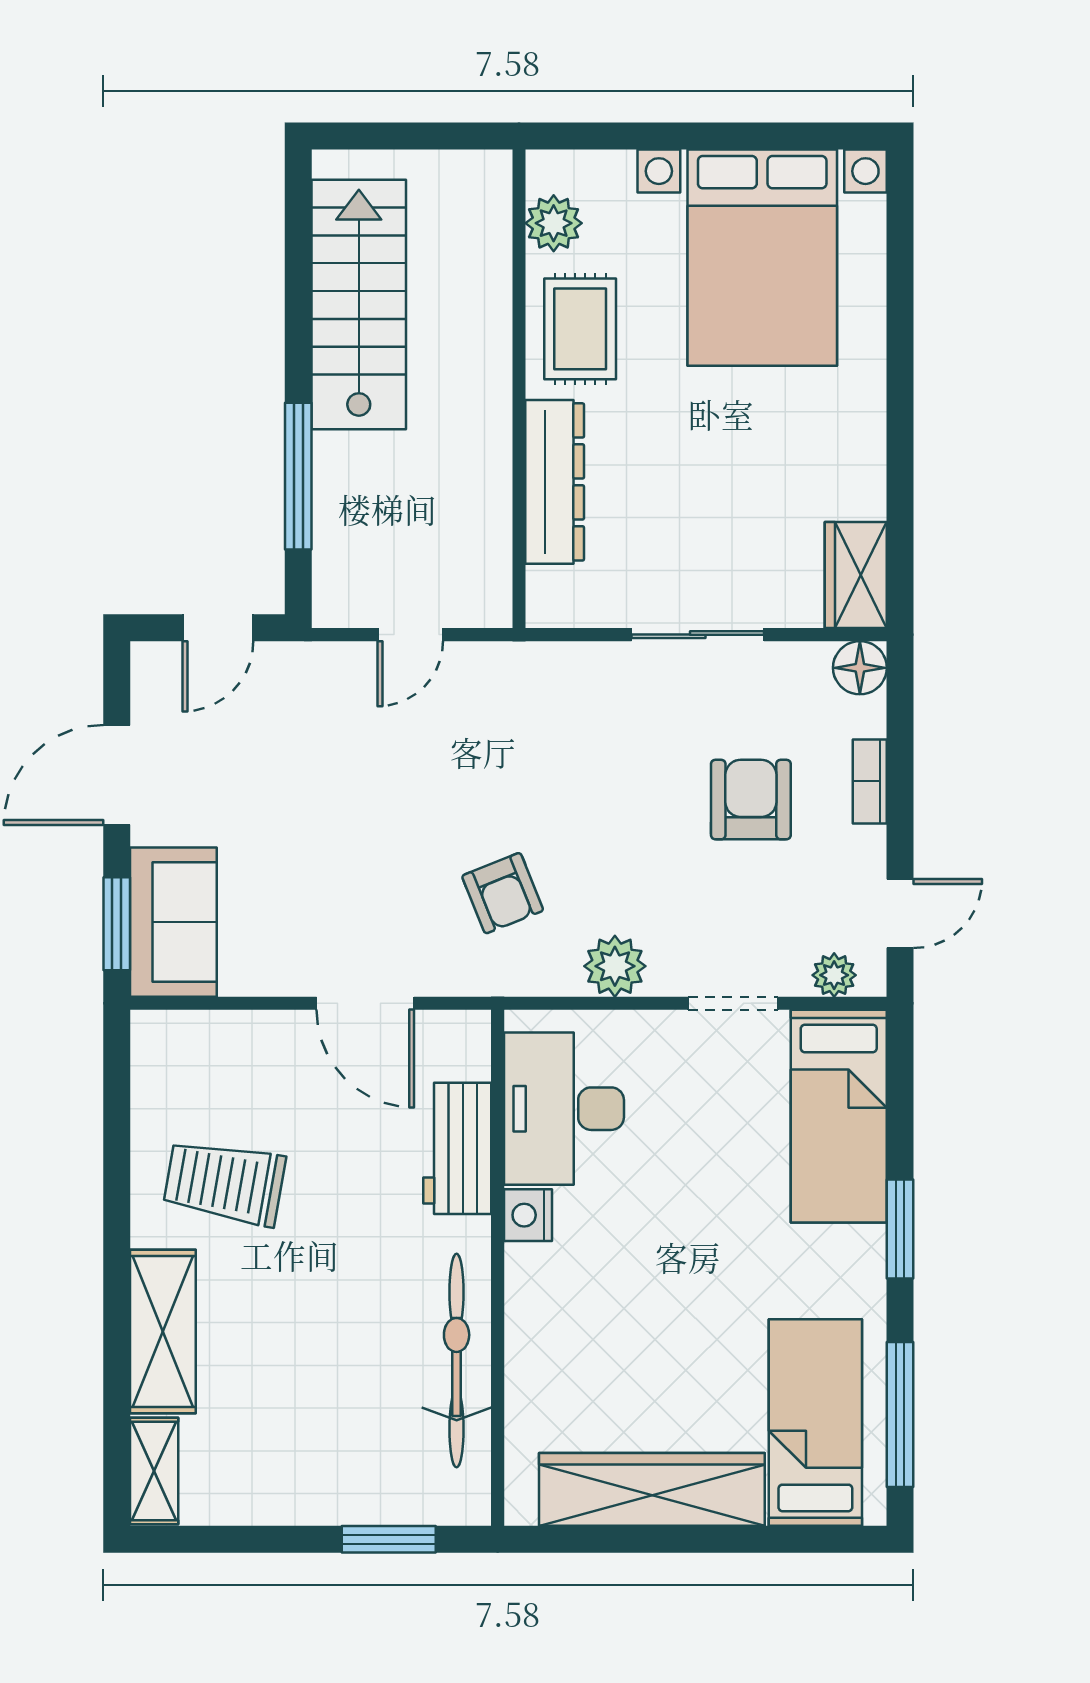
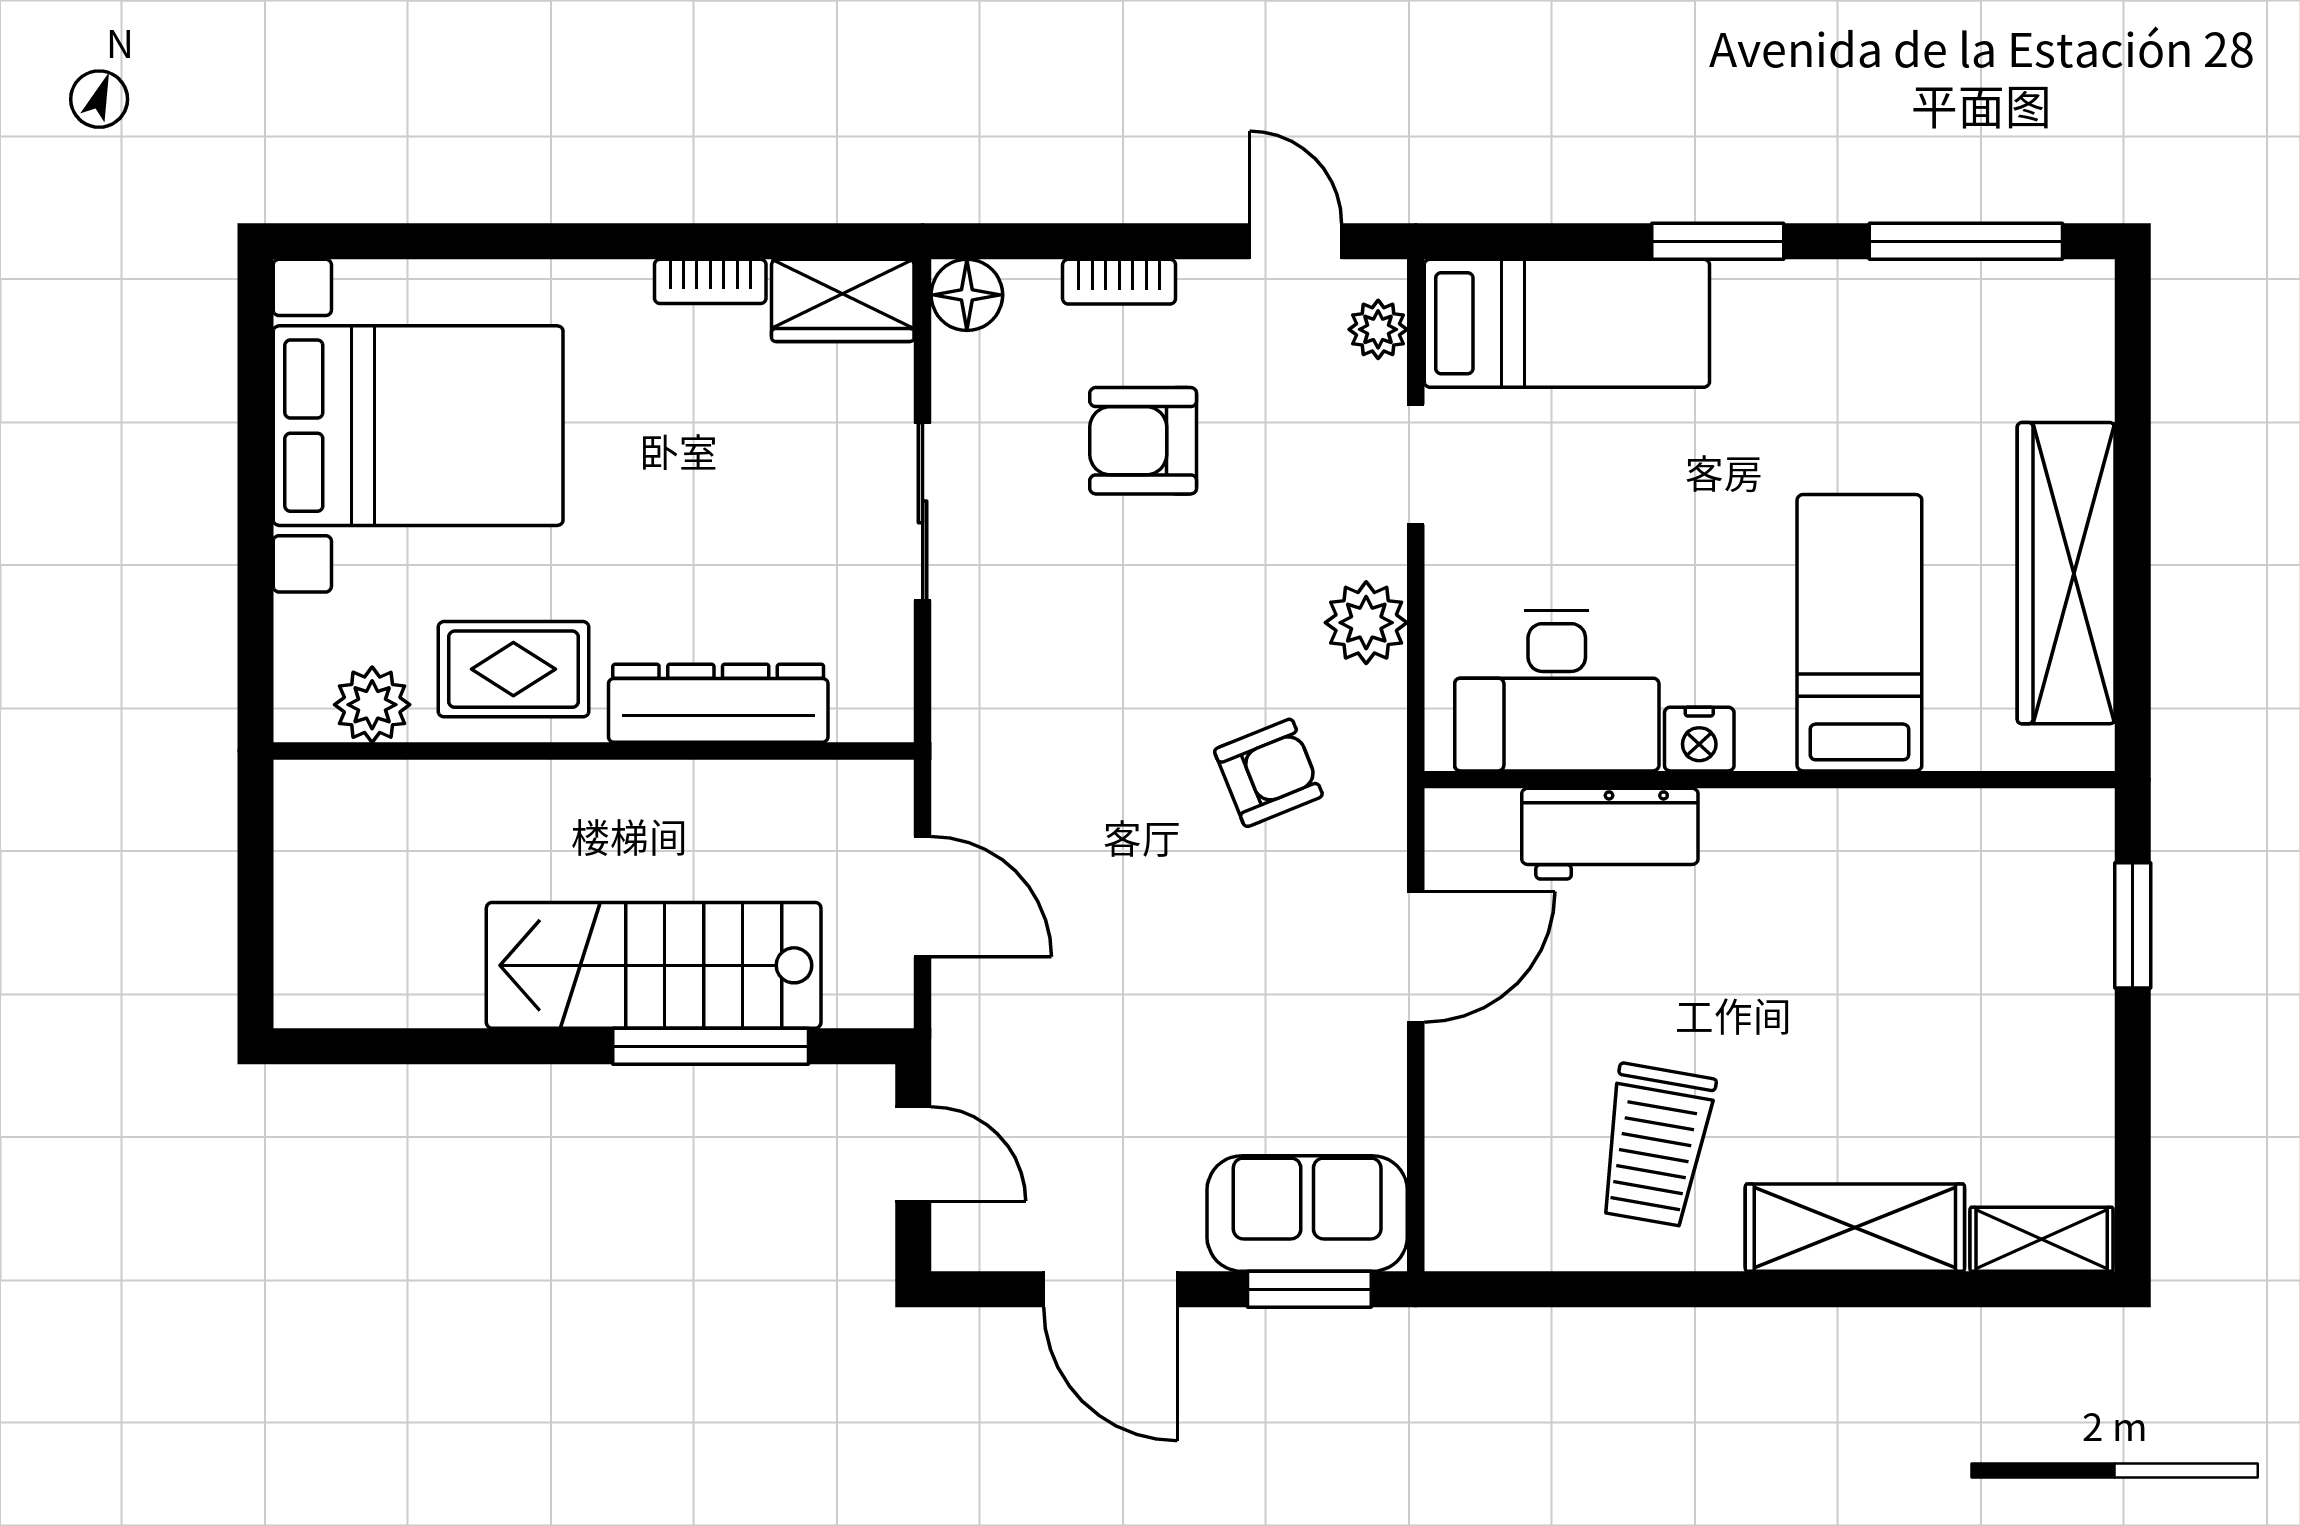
stairs: (359, 305) -> (654, 965), moved
bookcase: (870, 476) -> (710, 281), added
door: (410, 635) -> (923, 897), width x1.38
bicycle: (457, 1361) -> (1894, 835), removed
bed: (815, 1423) -> (1859, 633), moved, turned 90

